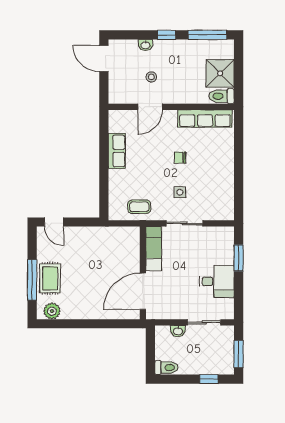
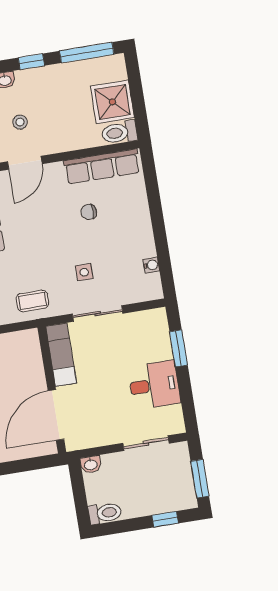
chair: (180, 158) -> (89, 212), moved
water cooler: (229, 195) -> (151, 265), added
washbasin: (178, 331) -> (91, 465), moved

